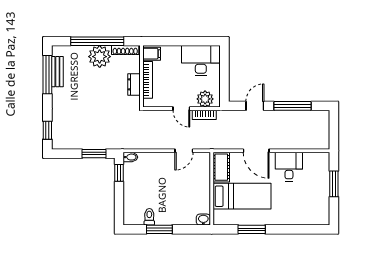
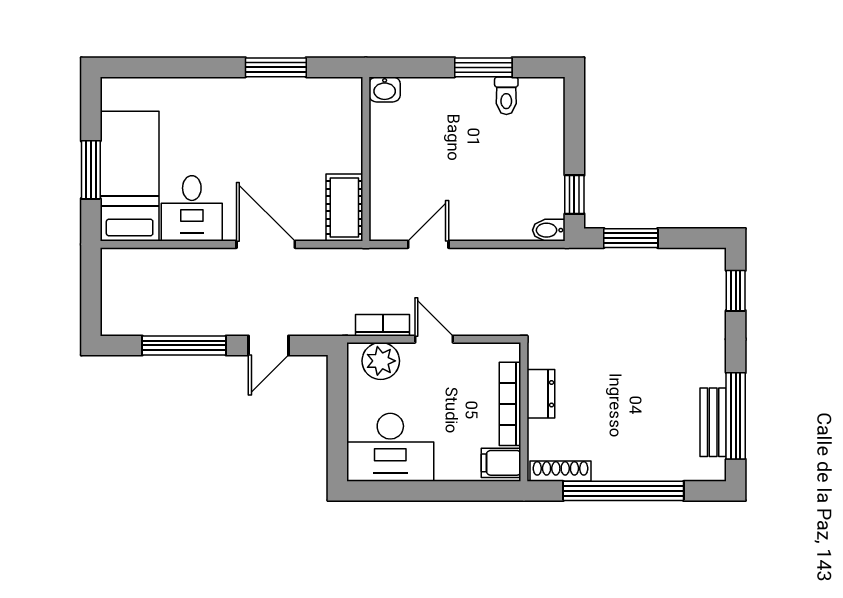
plant: (100, 57) -> (618, 456), removed
bed: (242, 196) -> (130, 176), moved, turned 90

